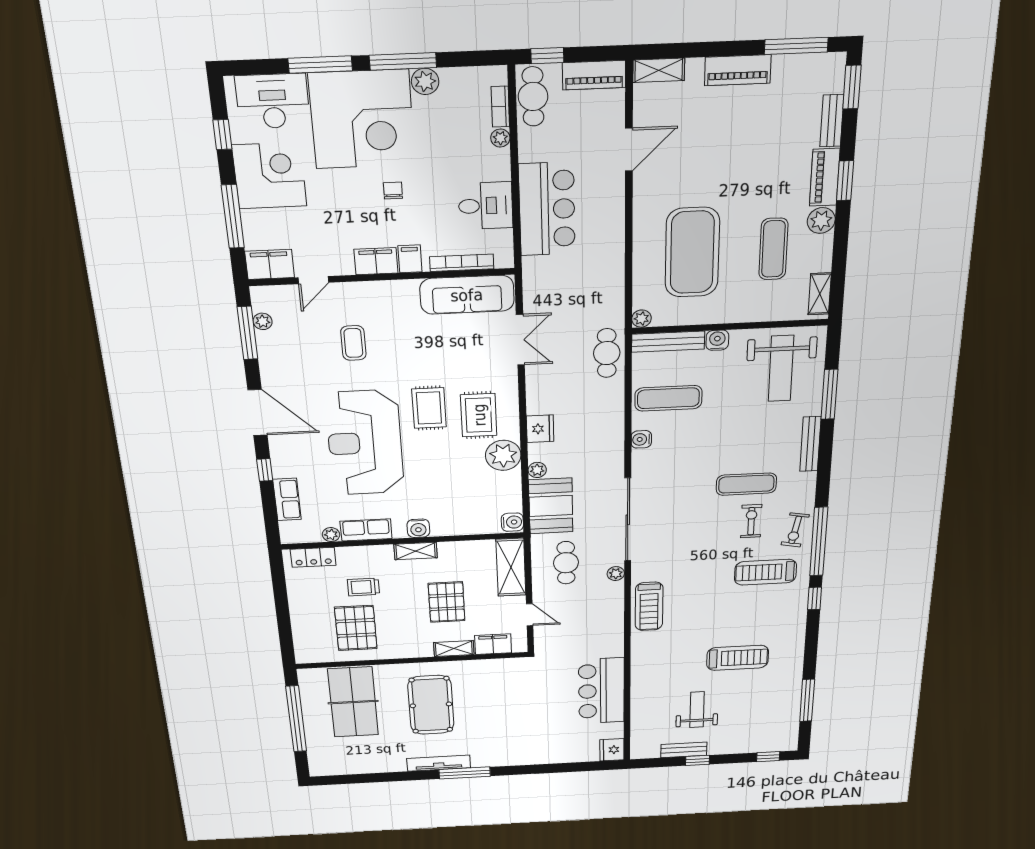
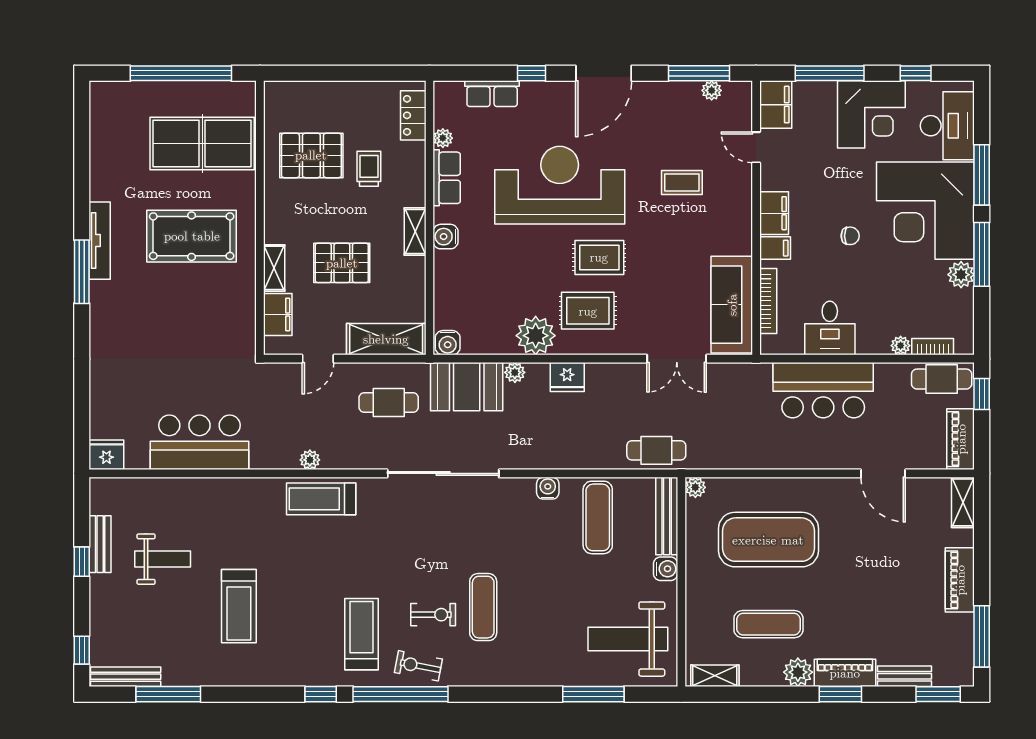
bench: (810, 444) -> (126, 677), moved
plant: (616, 574) -> (310, 460), moved

